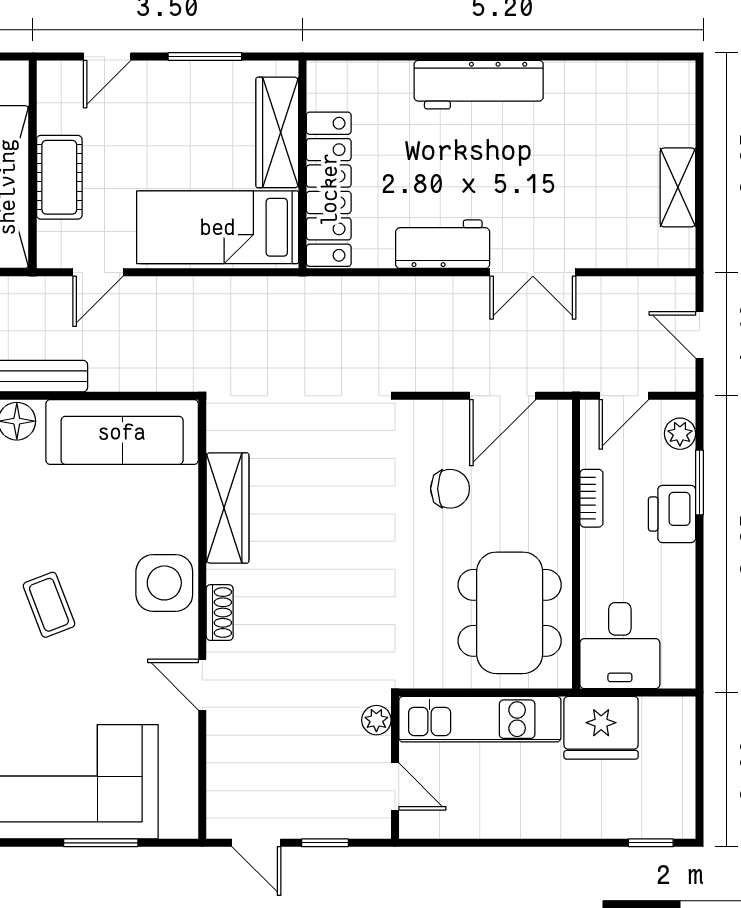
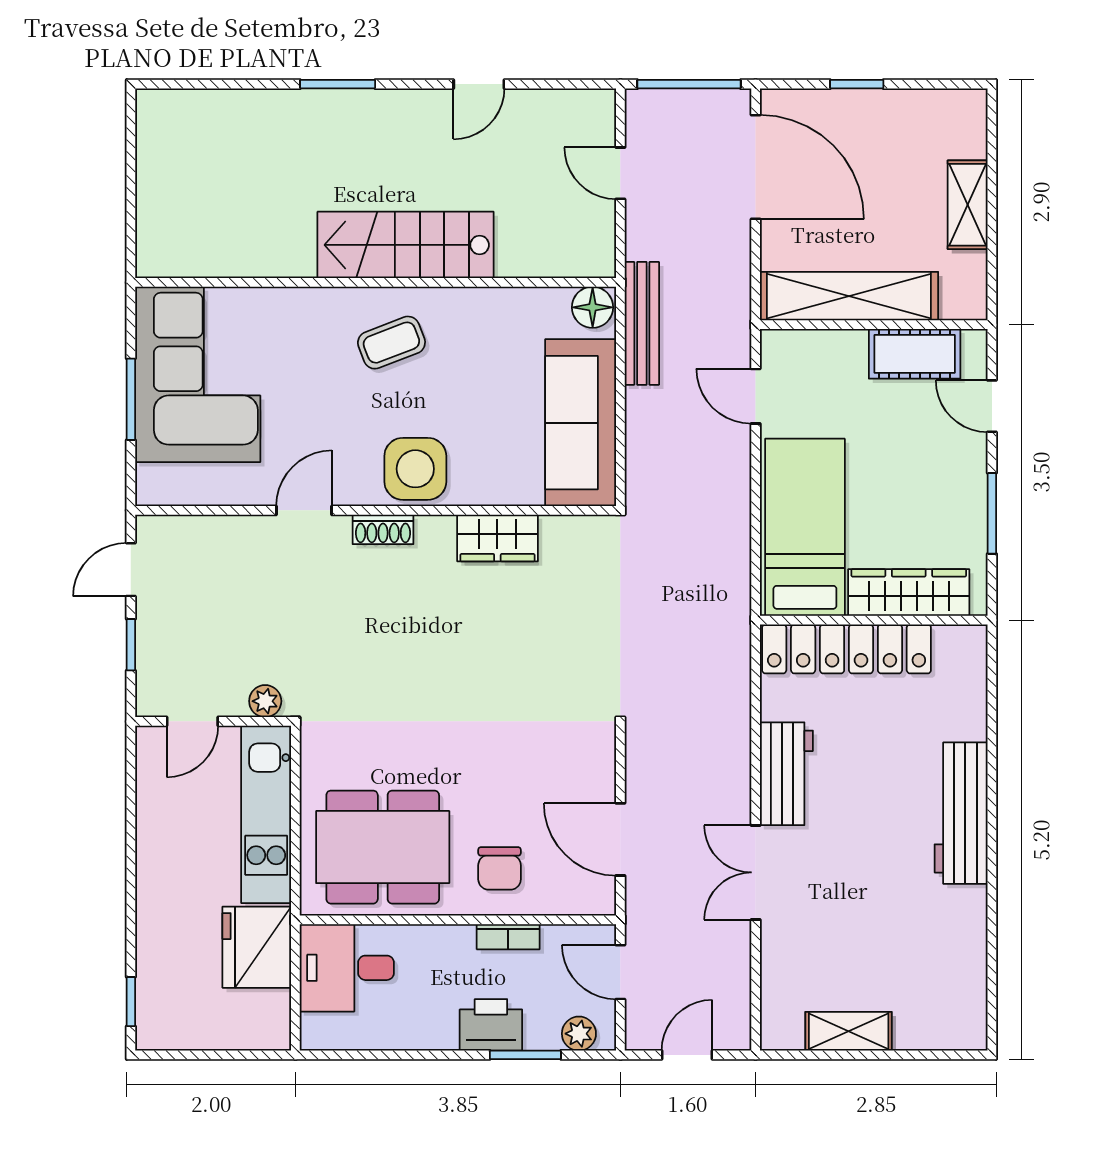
cot: (59, 177) -> (915, 354), moved
chair: (450, 489) -> (500, 868), moved
wardrobe: (227, 508) -> (497, 538), width x0.67

